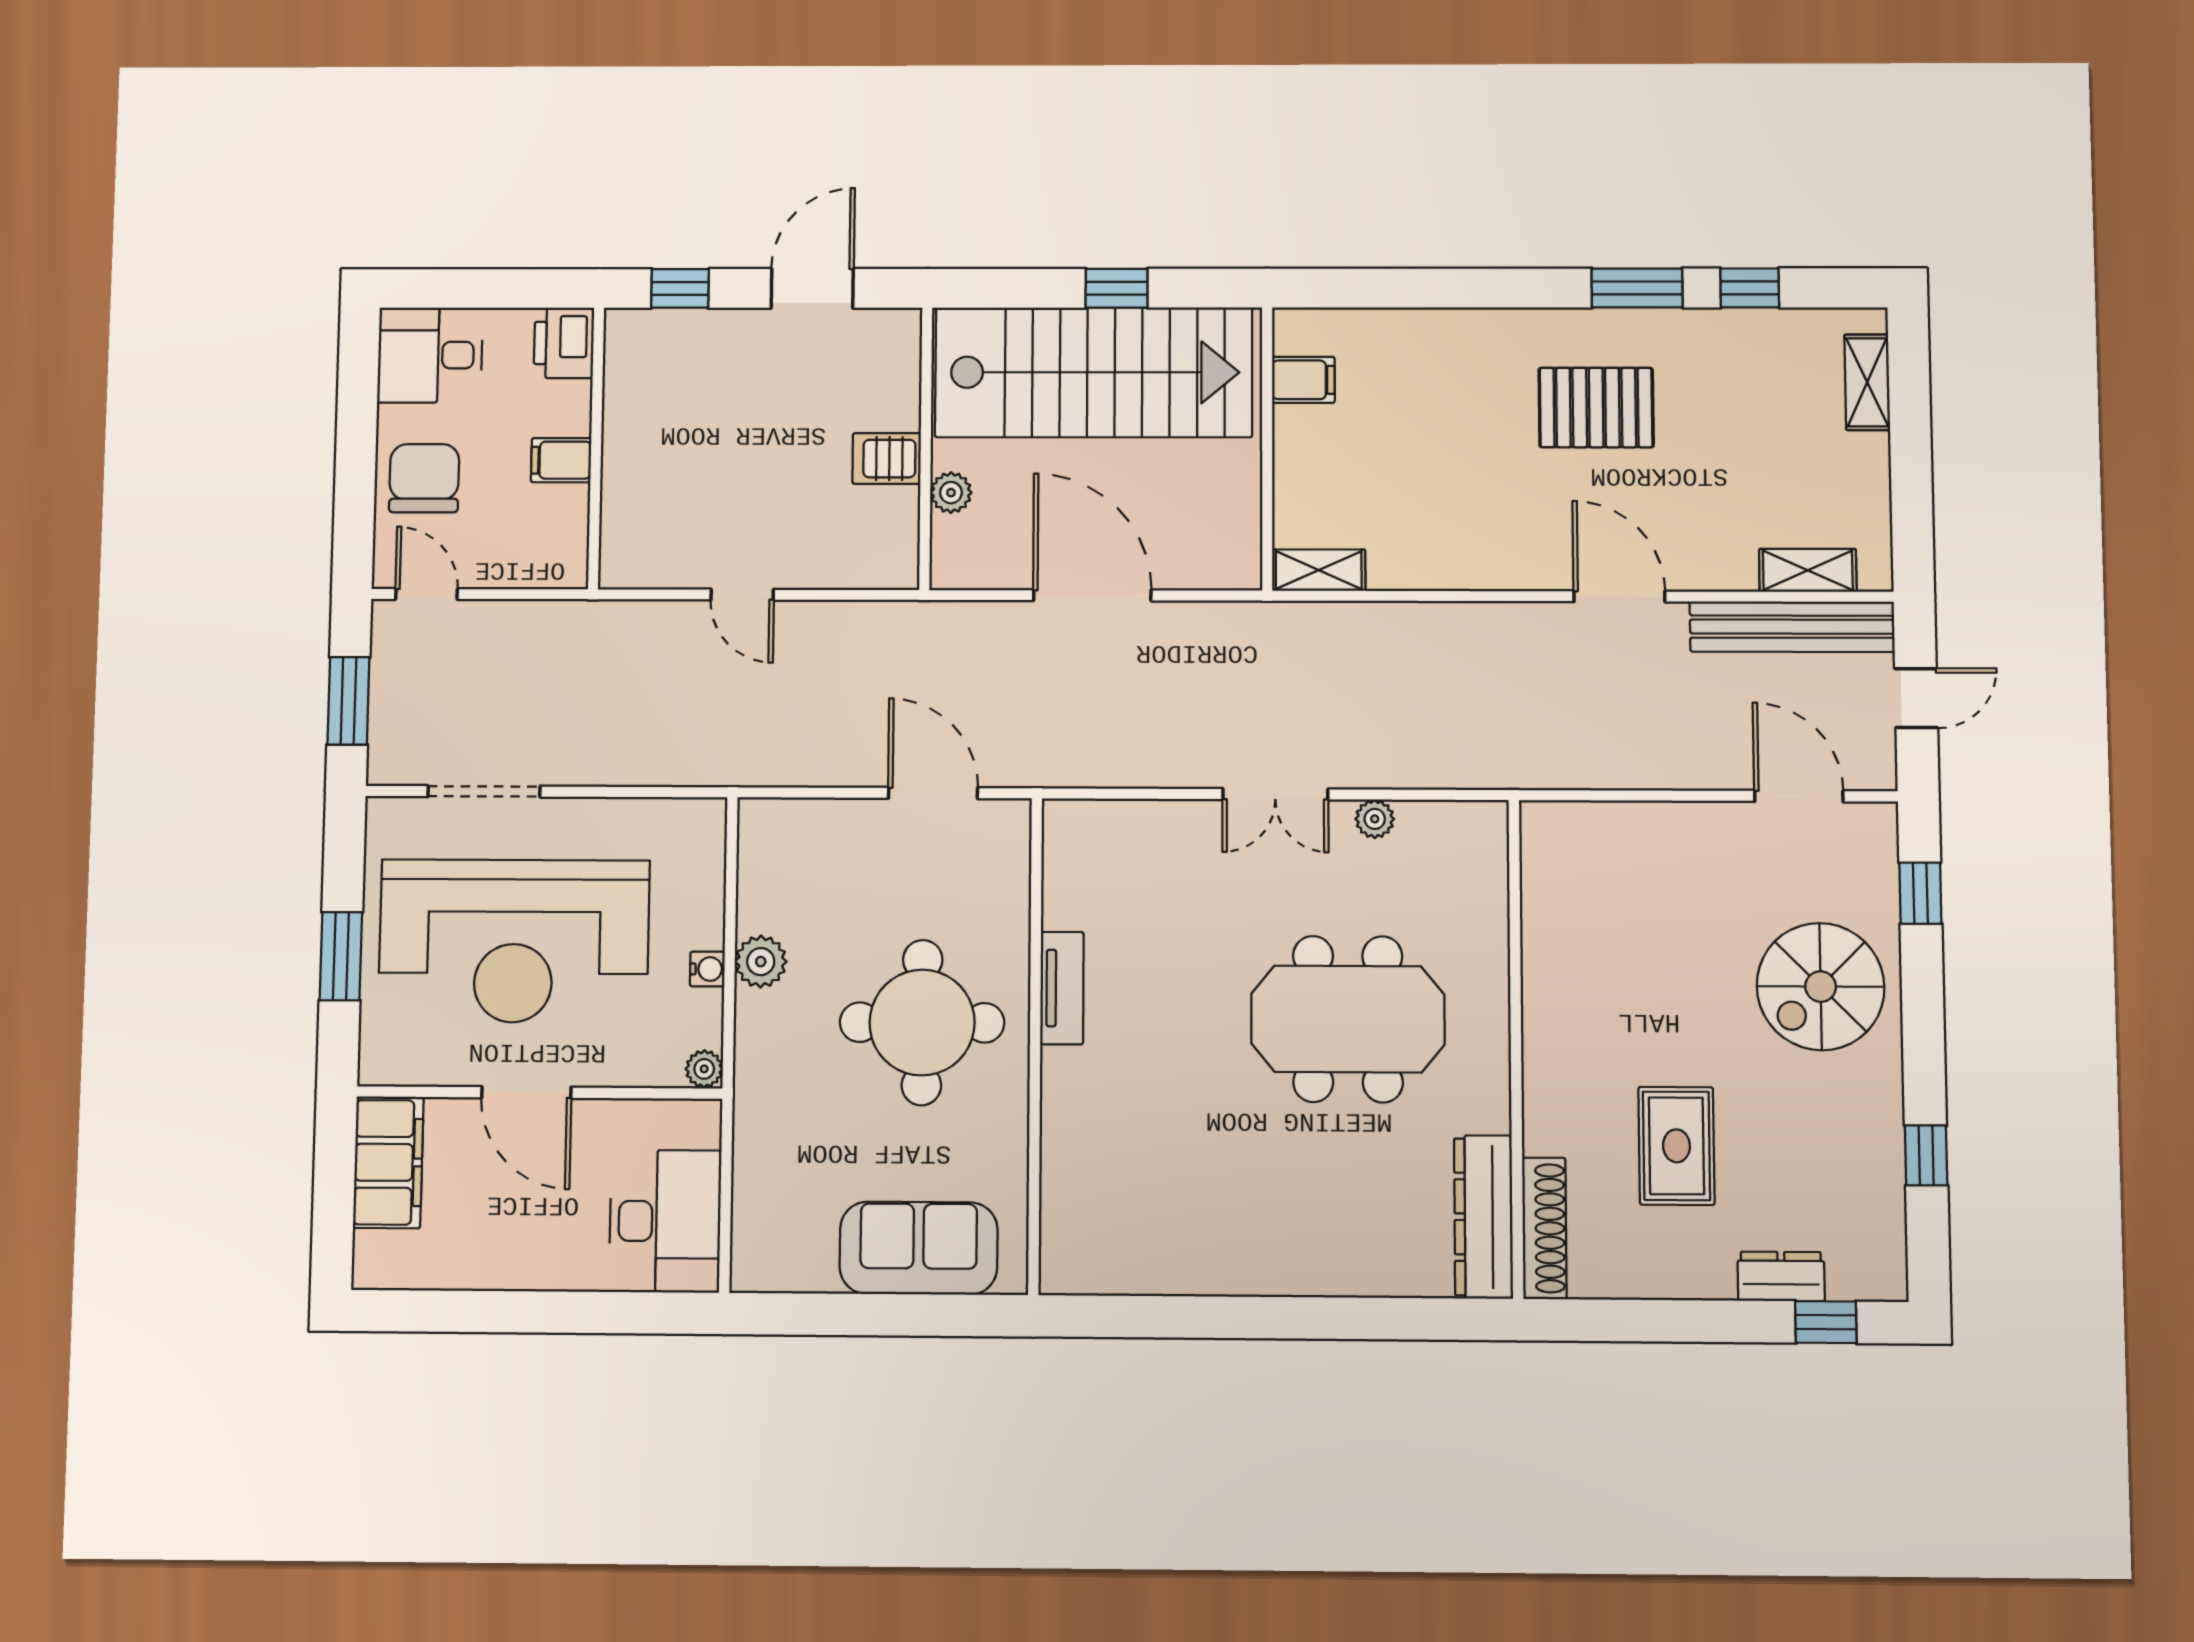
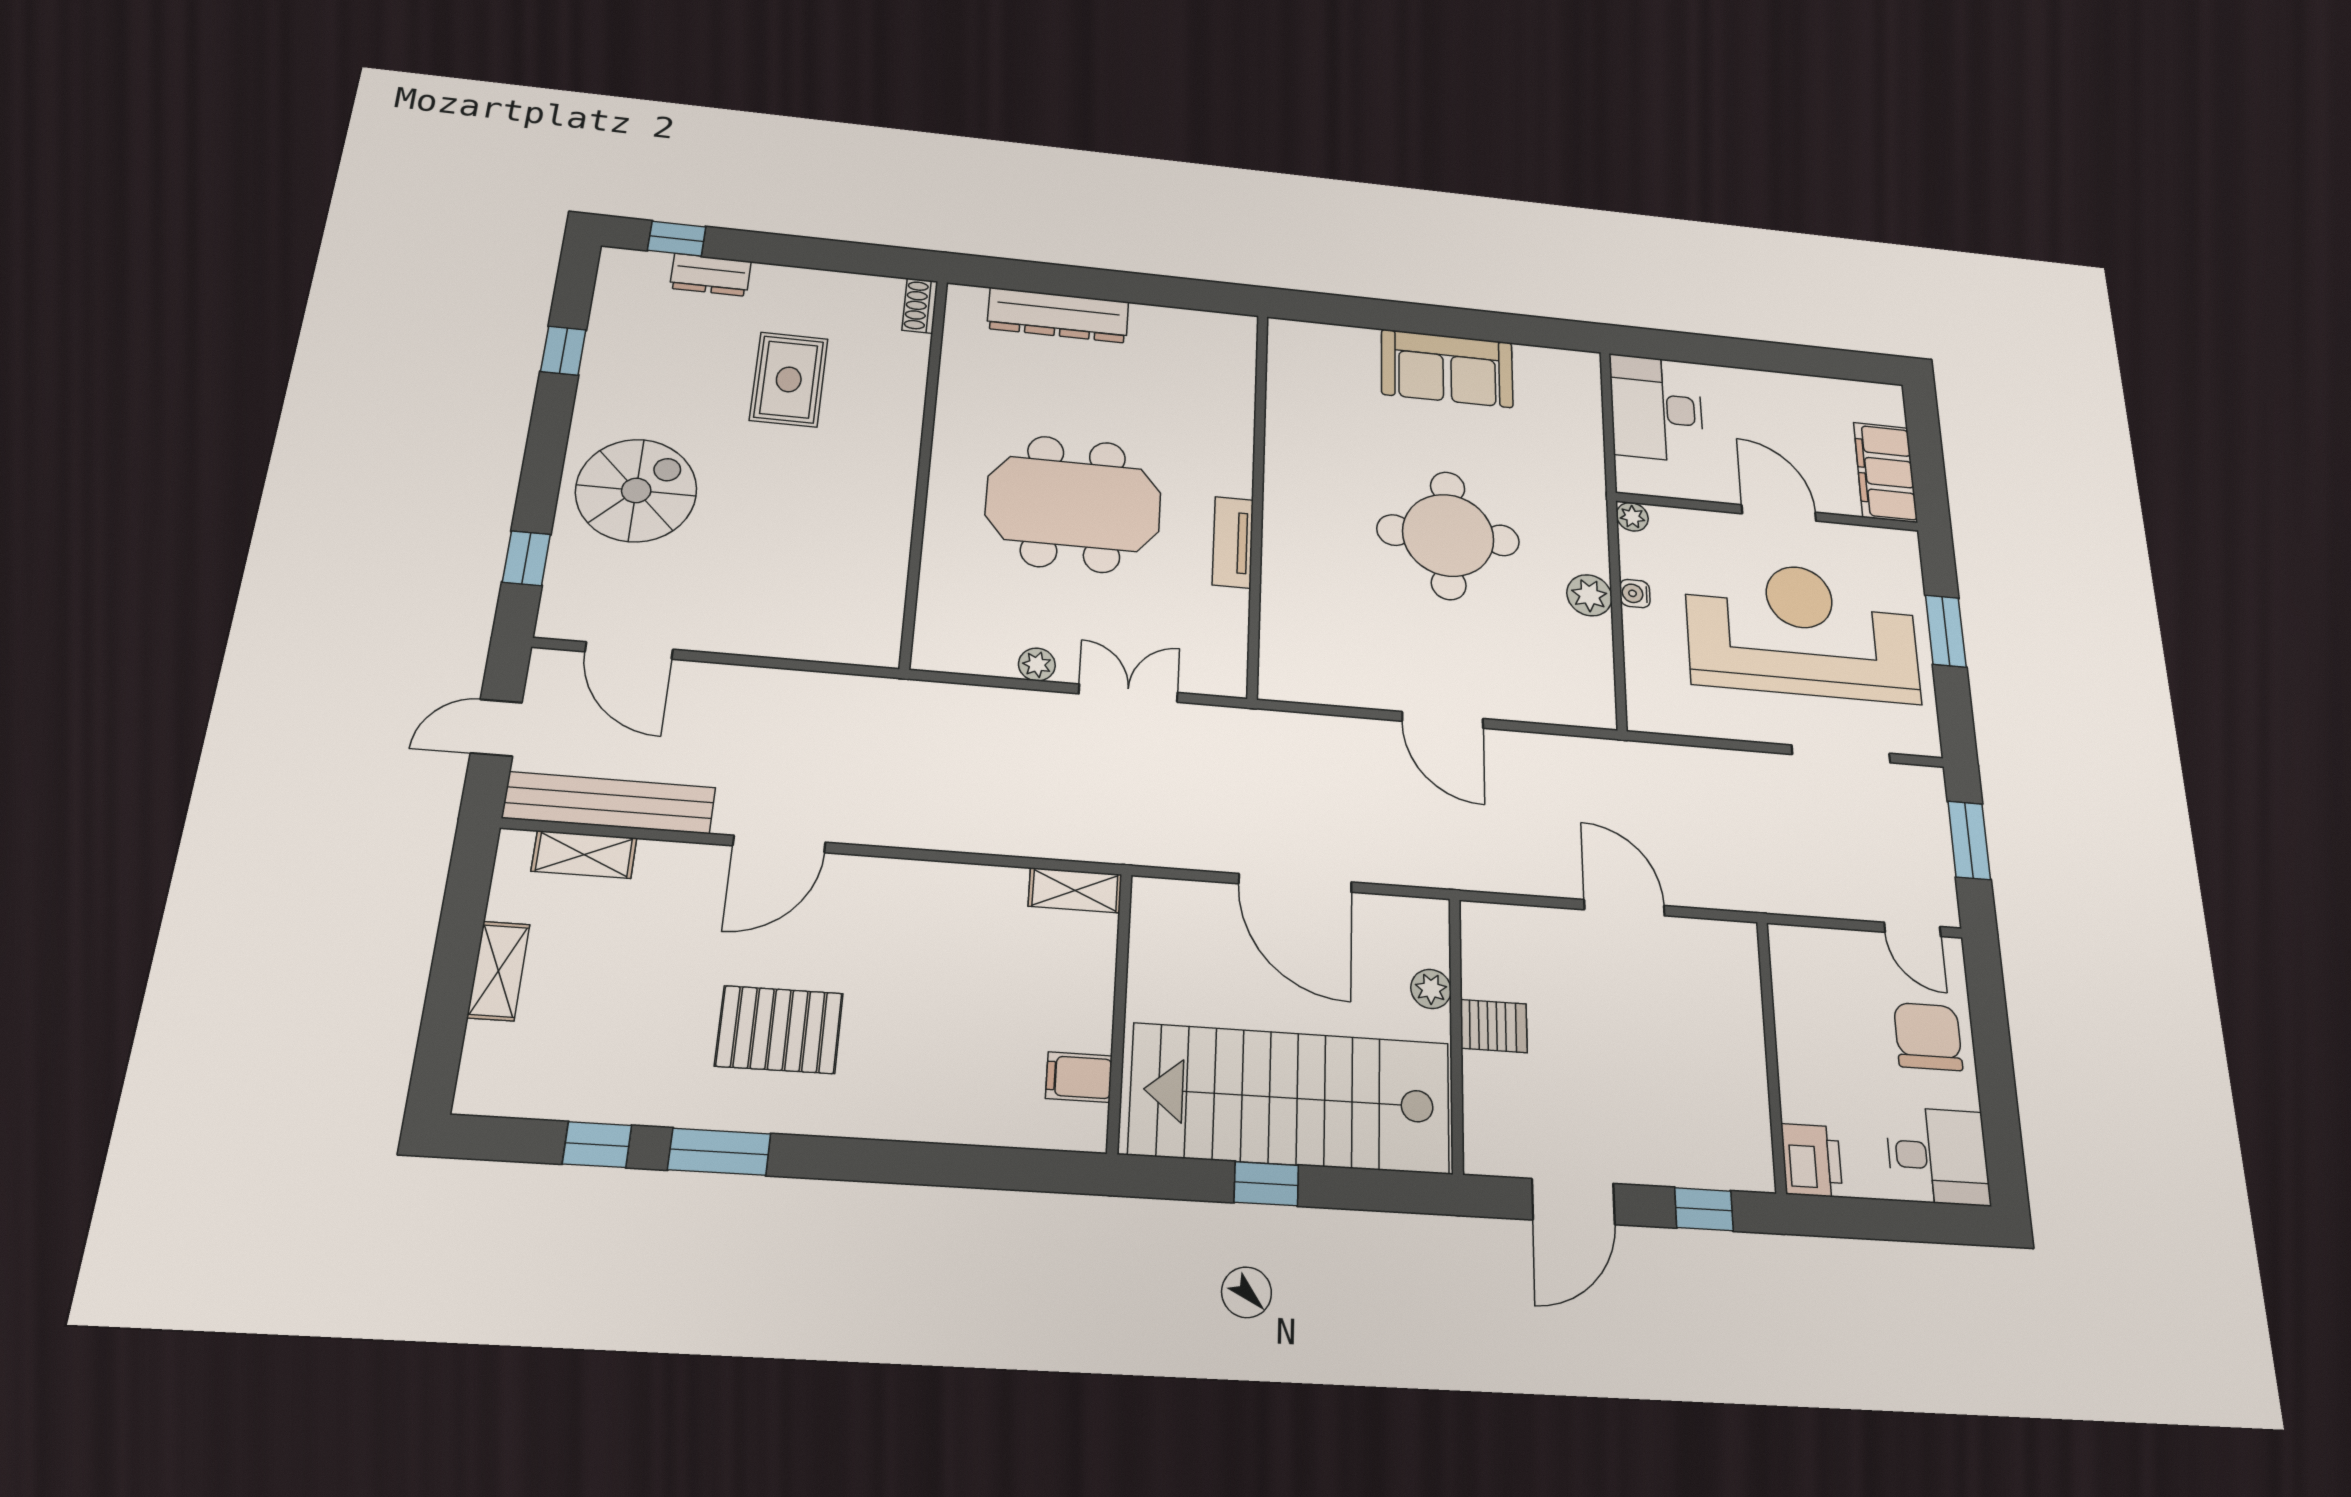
shelving: (1867, 382) -> (498, 971), moved
filing cabinet: (561, 460) -> (1803, 1045), removed
chair: (424, 478) -> (1928, 1037), turned 180
door: (742, 595) -> (1624, 908), width x1.38
door: (1619, 596) -> (779, 844), hinge flipped
tv unit: (1062, 988) -> (1233, 542), moved
wall: (1035, 1045) -> (1258, 500), moved
dresser: (1483, 1217) -> (1058, 315), moved, turned 90
shoe rack: (1544, 1228) -> (920, 306), width x0.51, depth x0.81

